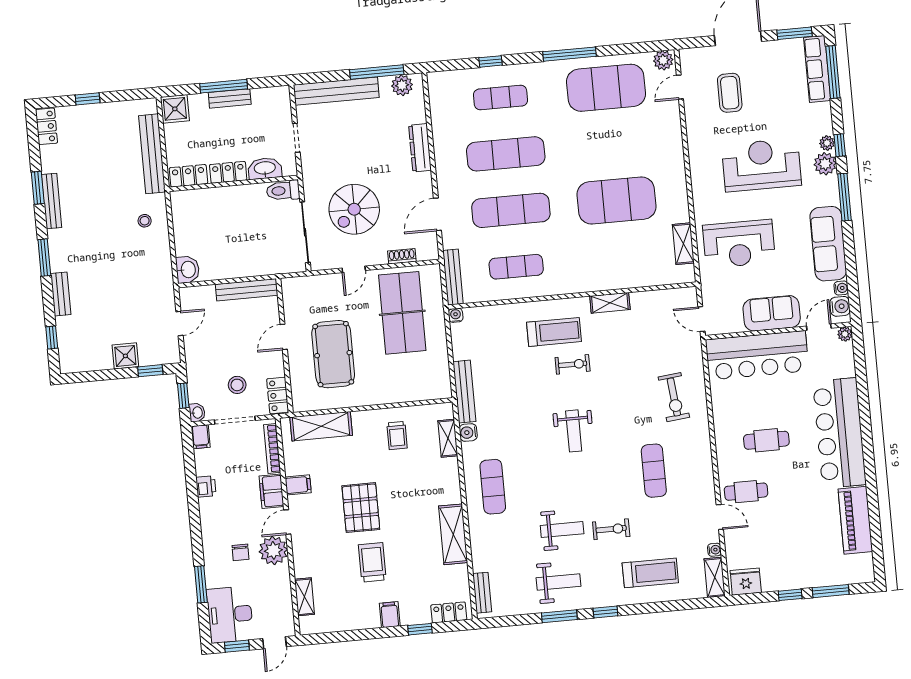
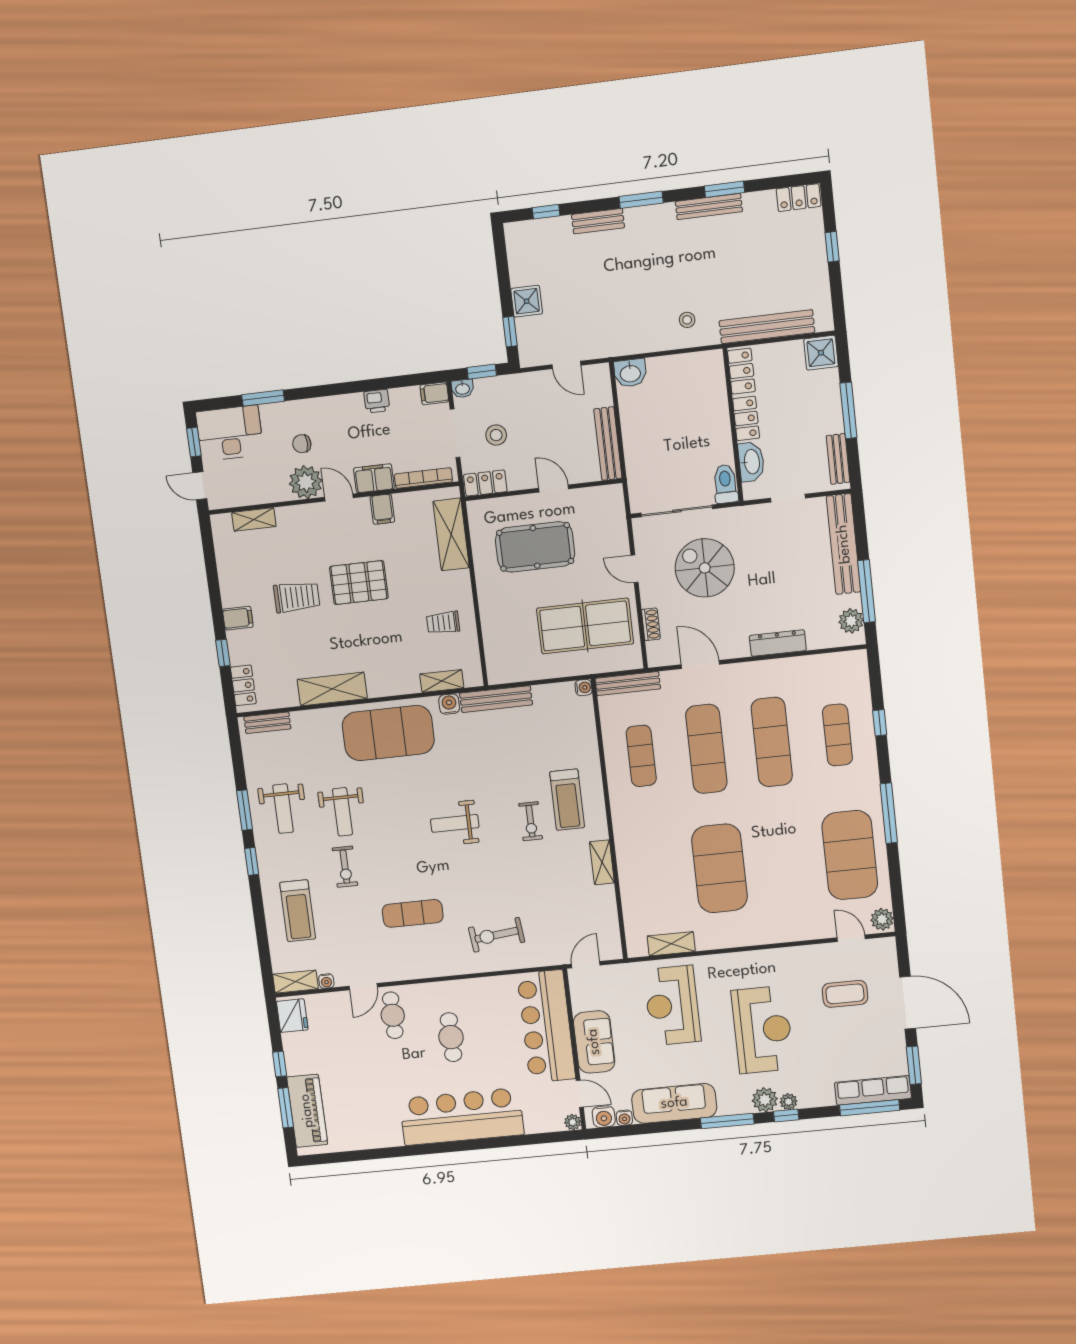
bench: (230, 98) -> (838, 459), moved
exercise mat: (493, 487) -> (388, 733), width x2.00, depth x1.45
piano: (855, 520) -> (307, 1111), moved, turned 90

